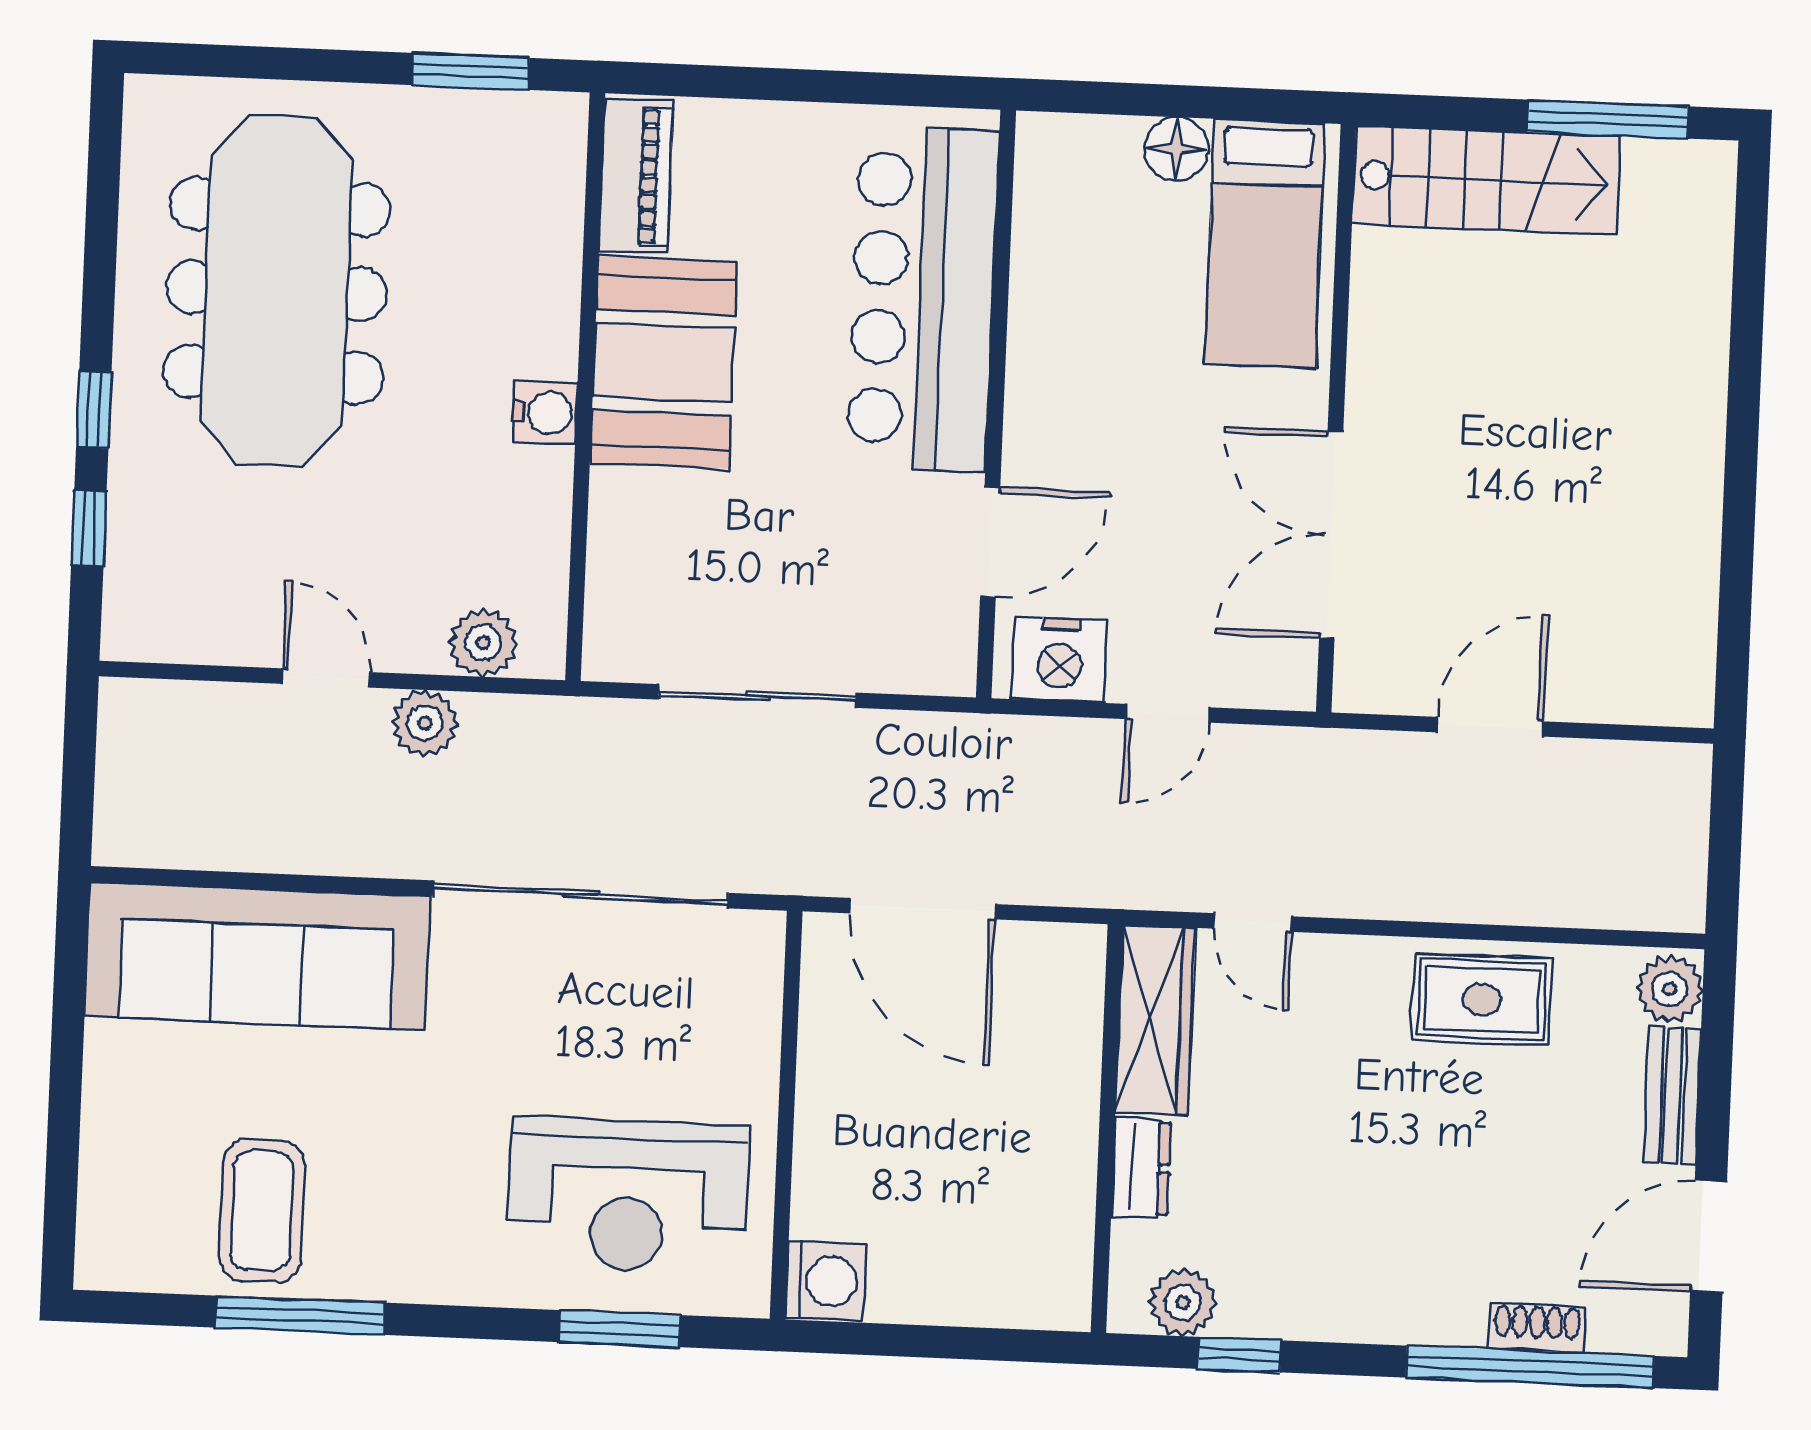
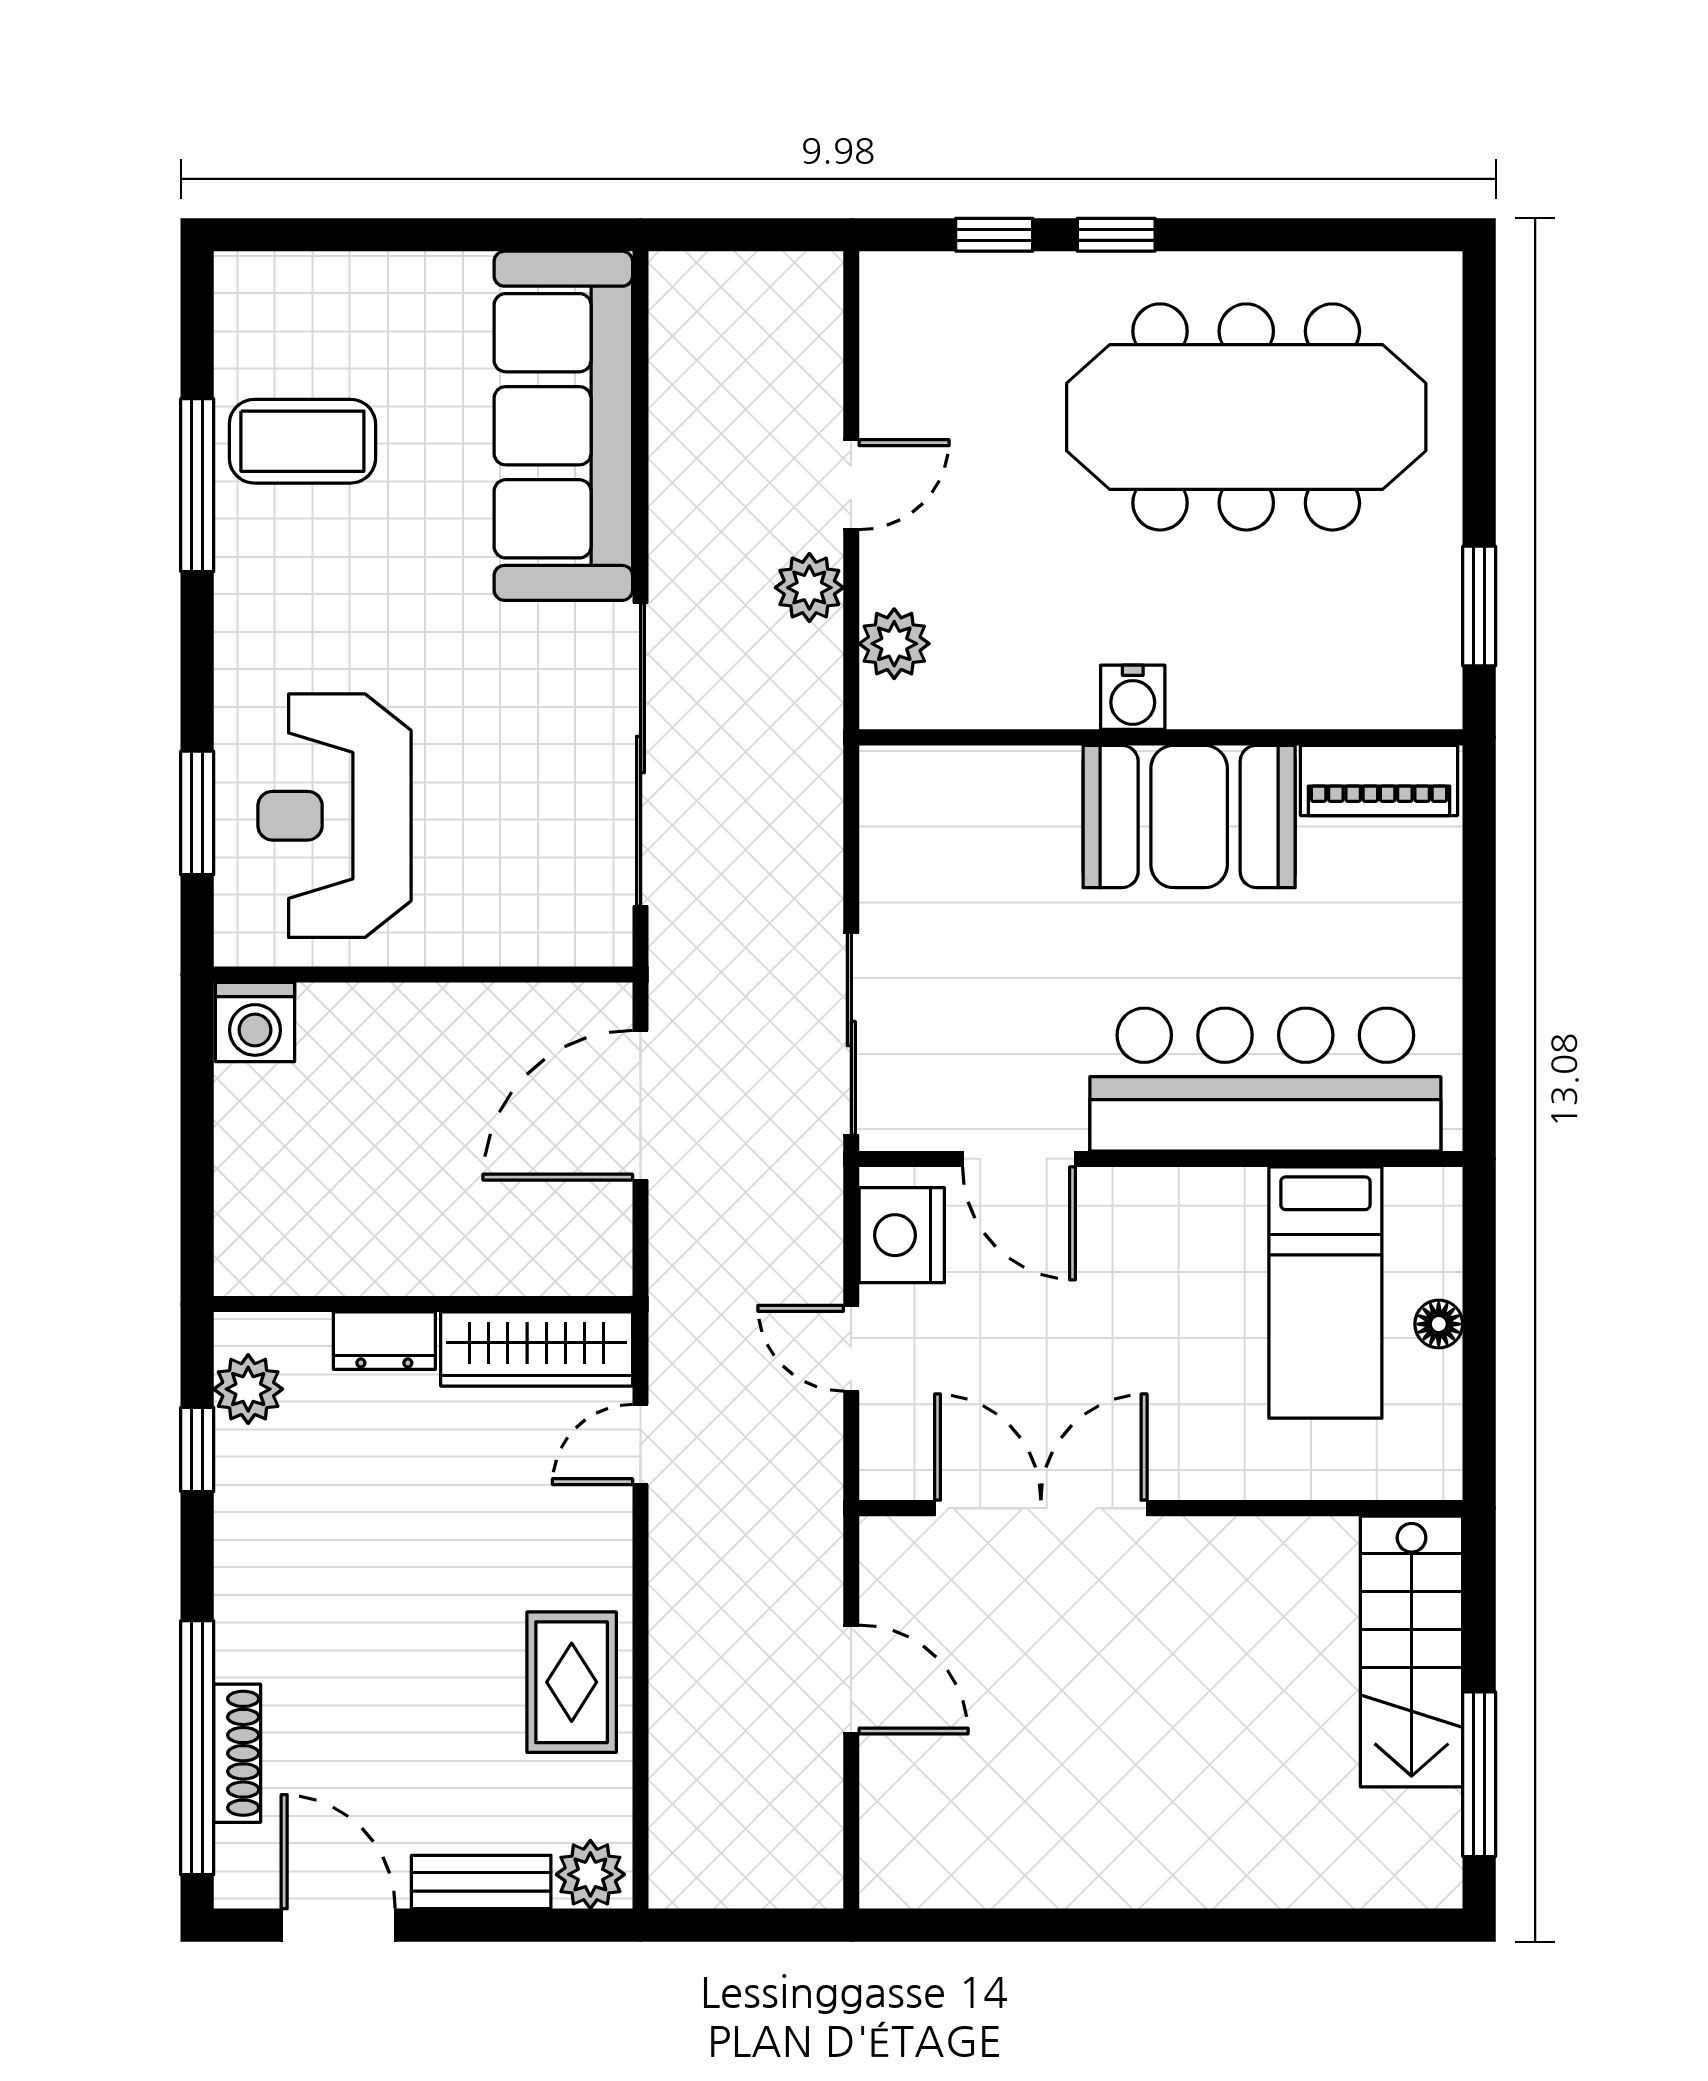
floor lamp: (1176, 149) -> (1439, 1324), width x0.73, depth x0.73
bed: (1265, 243) -> (1325, 1293), moved, turned -90
sliding door: (758, 696) -> (851, 1034), moved
shoe rack: (1537, 1328) -> (237, 1753), width x1.43

